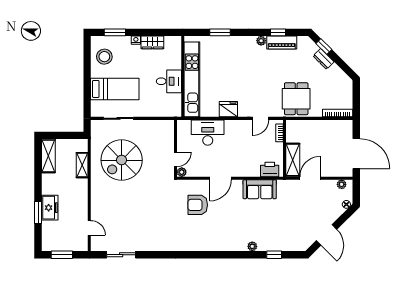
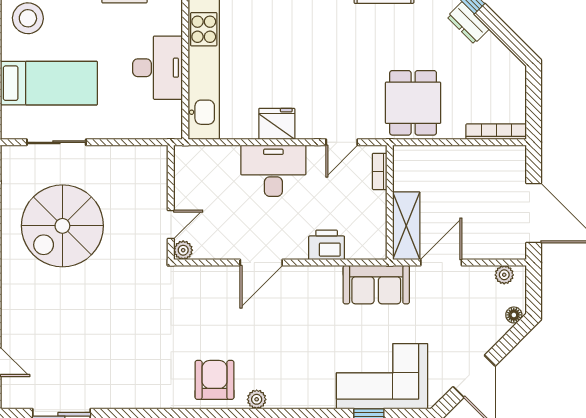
desk: (169, 81) -> (157, 68), width x1.37
desk: (208, 133) -> (273, 171), moved
printer: (270, 169) -> (327, 245), moved
sofa: (260, 189) -> (376, 285), moved
armchair: (198, 205) -> (215, 380), moved, turned 90
corner sofa: (281, 235) -> (382, 376), added
plant: (252, 246) -> (257, 399), moved

